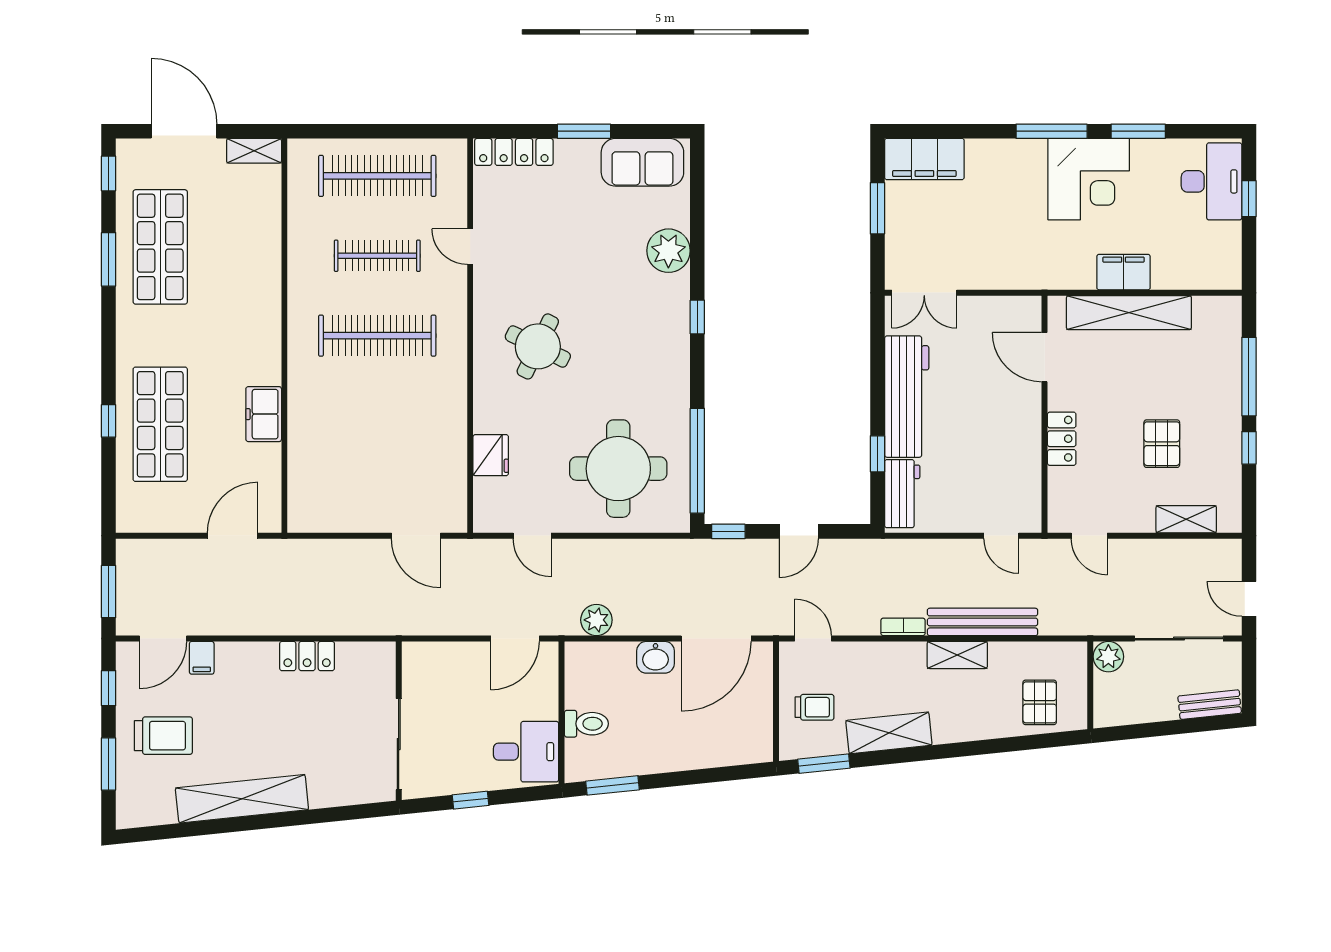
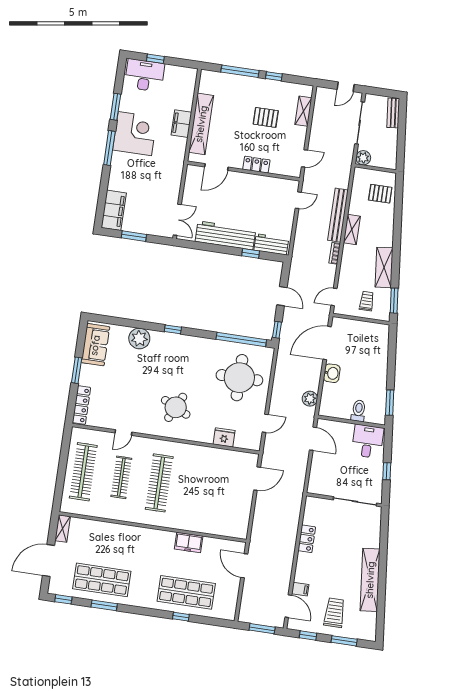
door: (716, 639) -> (327, 343), swing flipped

